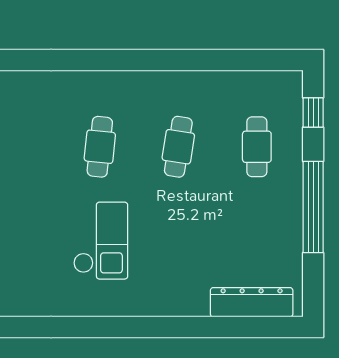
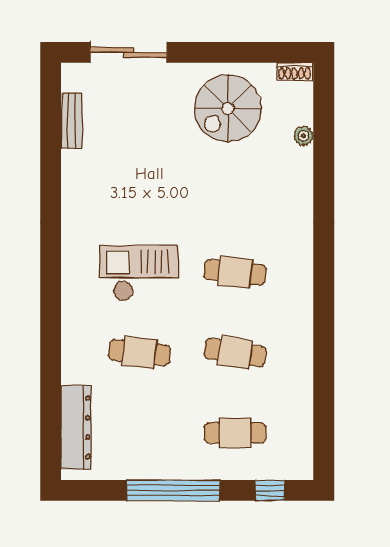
cafe table: (178, 240) -> (139, 353), added
checkout: (101, 241) -> (139, 273), turned 180

